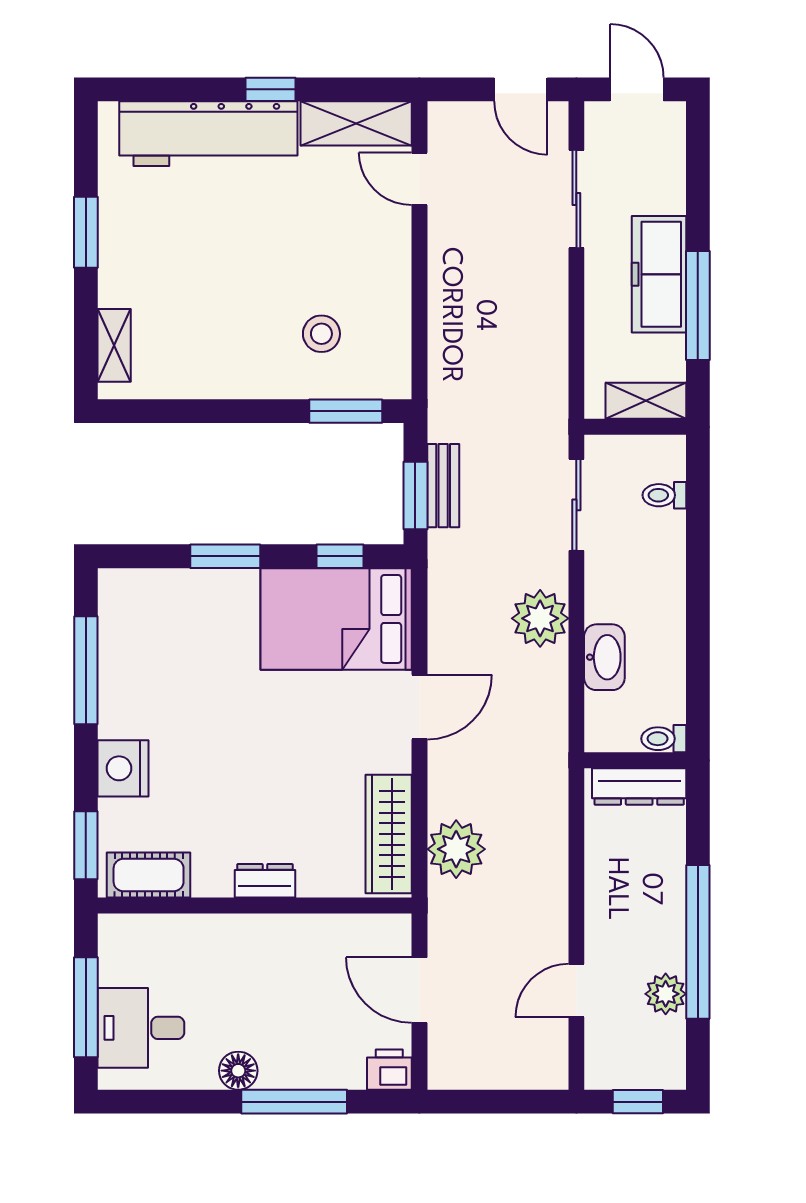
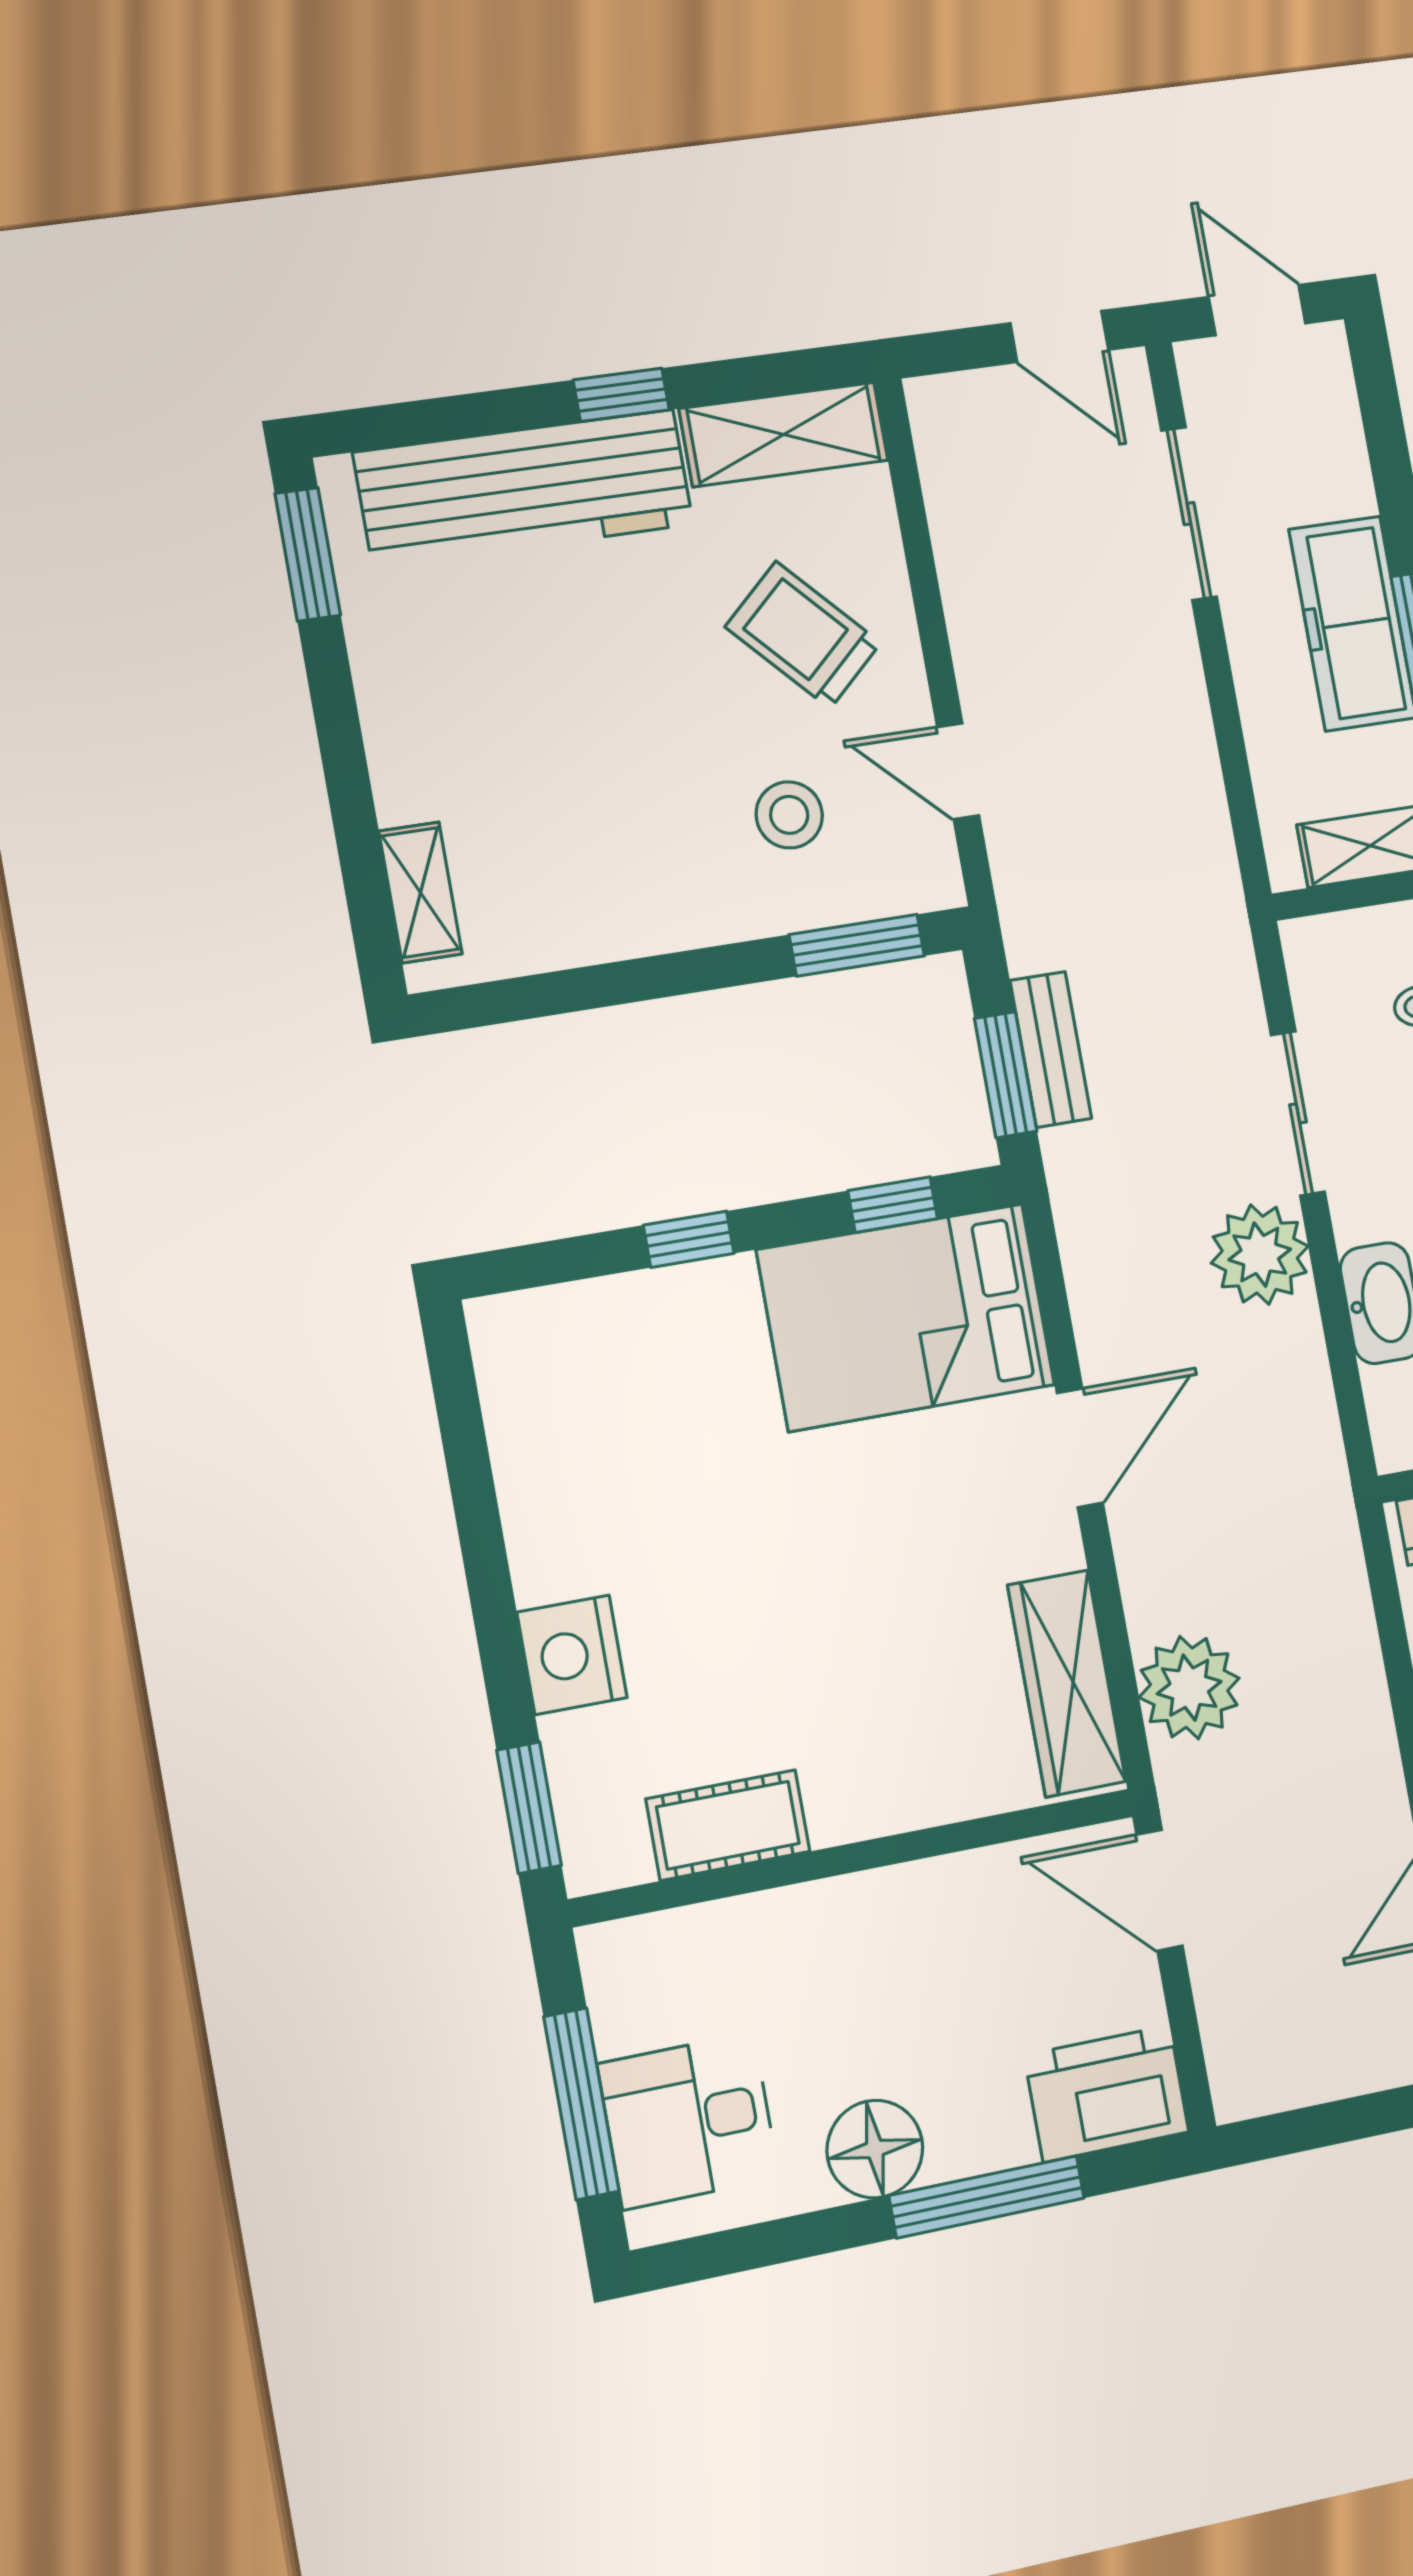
door: (419, 179) -> (958, 771), moved
window: (86, 232) -> (308, 554), moved
trolley: (347, 236) -> (803, 635), added
sliding door: (576, 505) -> (1298, 1113), moved
window: (225, 556) -> (689, 1239), width x0.67
window: (86, 670) -> (473, 1489), removed
cot: (149, 875) -> (728, 1825), moved
dresser: (265, 881) -> (864, 1809), removed
door: (419, 990) -> (1160, 1890), moved
printer: (389, 1070) -> (1107, 2094), width x1.87, depth x1.48
floor lamp: (238, 1071) -> (875, 2149), width x1.38, depth x1.38

